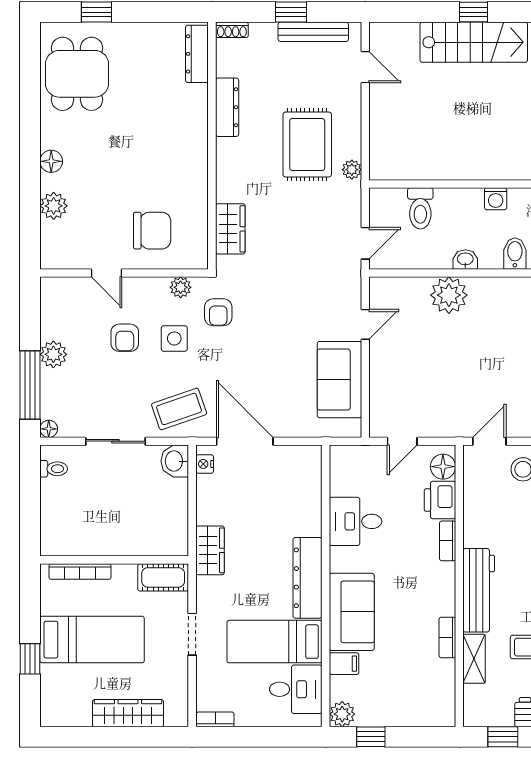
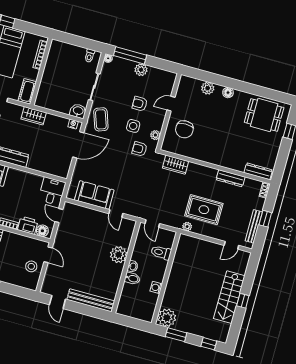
bidet: (515, 253) -> (132, 278), moved
desk: (356, 521) -> (52, 191), moved

